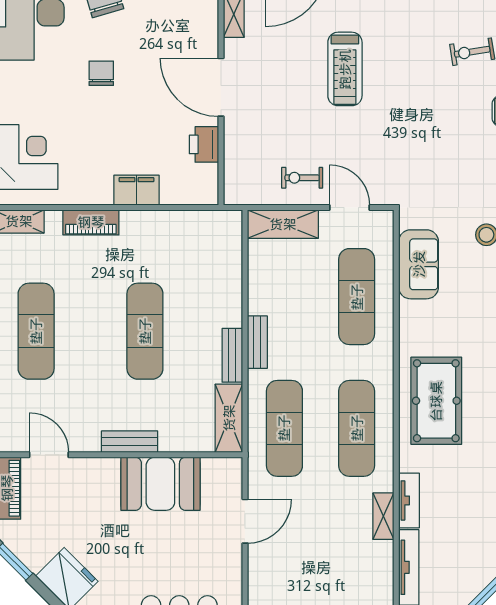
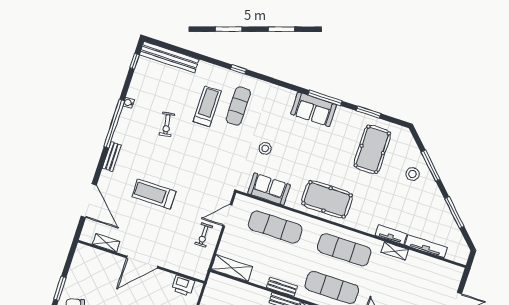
treadmill: (345, 69) -> (154, 194), turned 180
printer: (204, 144) -> (183, 285), moved
shelving: (283, 224) -> (232, 268), moved, turned 90
pool table: (436, 401) -> (327, 199), moved

